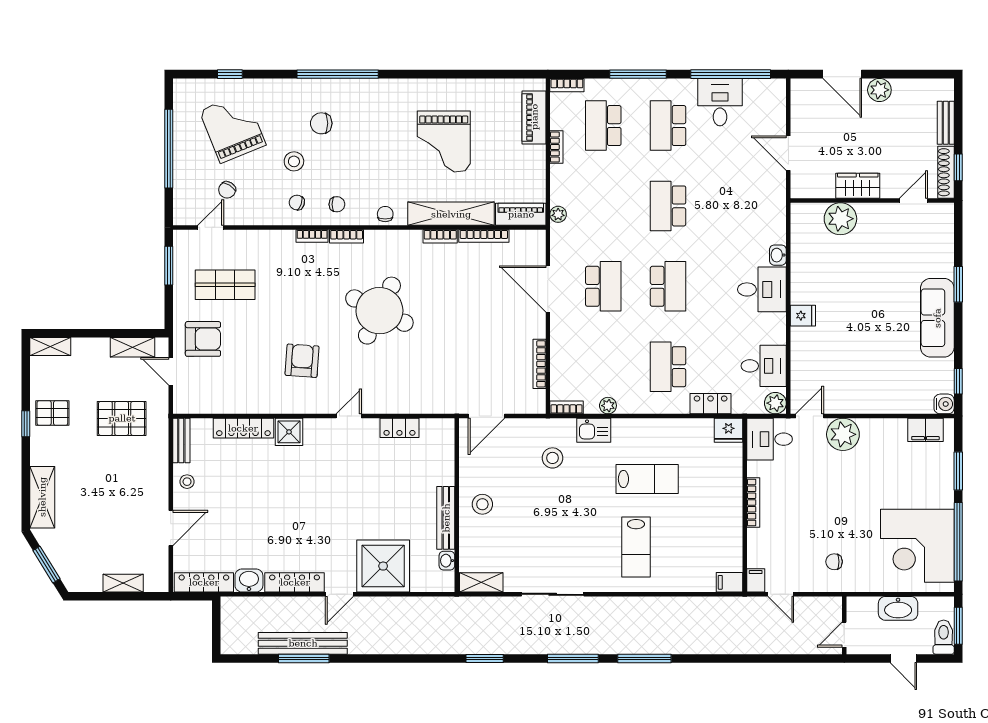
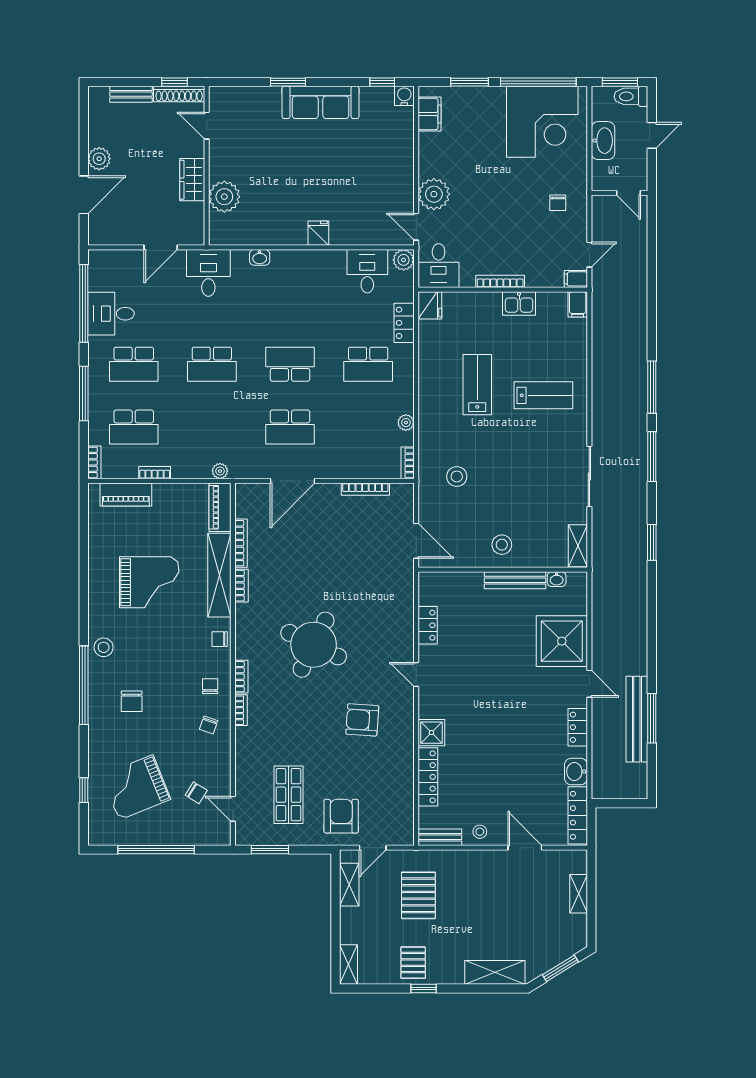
stool: (294, 161) -> (104, 647), moved
school desk: (603, 286) -> (290, 427), turned 180
desk: (762, 289) -> (208, 273), moved
kitchen sink: (594, 430) -> (519, 303), moved, turned 90
locker: (295, 582) -> (578, 727), width x0.66

